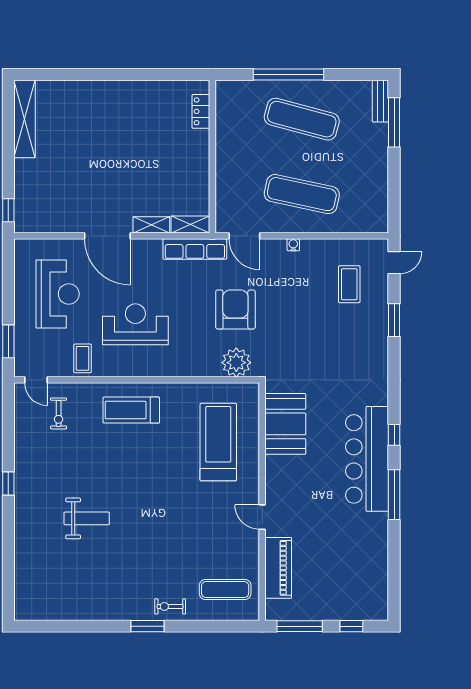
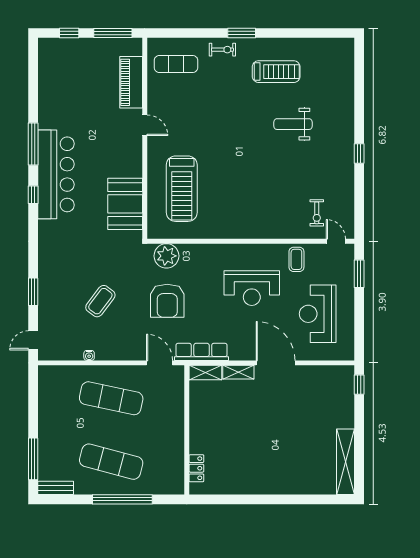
bench: (380, 101) -> (56, 488), moved, turned 90
water cooler: (293, 245) -> (89, 355), moved
coffee table: (349, 284) -> (100, 301), moved, turned 37
treadmill: (131, 410) -> (276, 72), moved
exercise bike: (59, 413) -> (317, 213), turned 180

